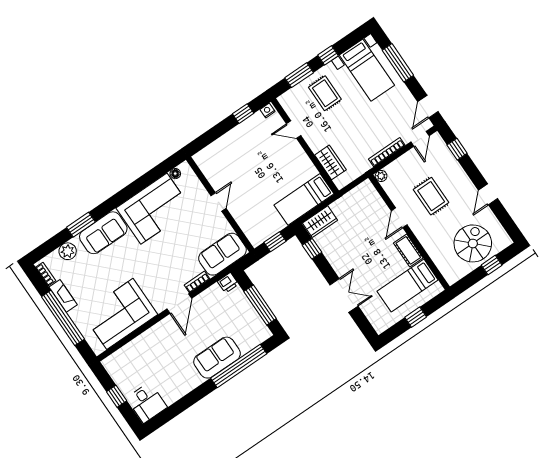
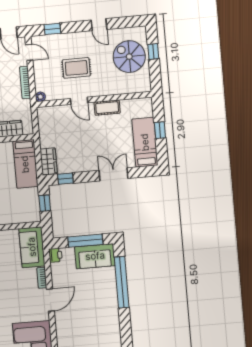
bed: (408, 286) -> (145, 142), moved, turned 180
door: (179, 304) -> (50, 300), hinge flipped
sofa: (217, 358) -> (95, 256), moved, turned -90

